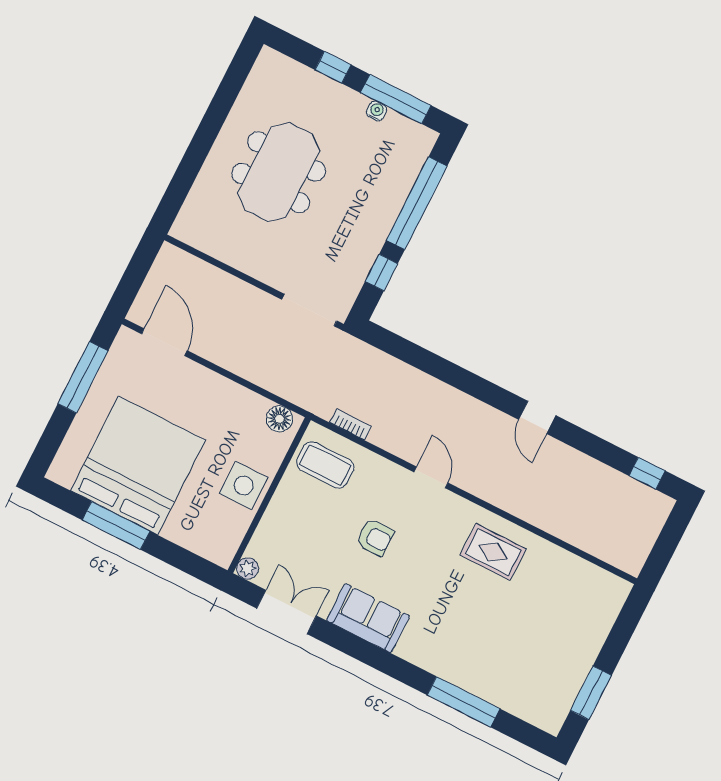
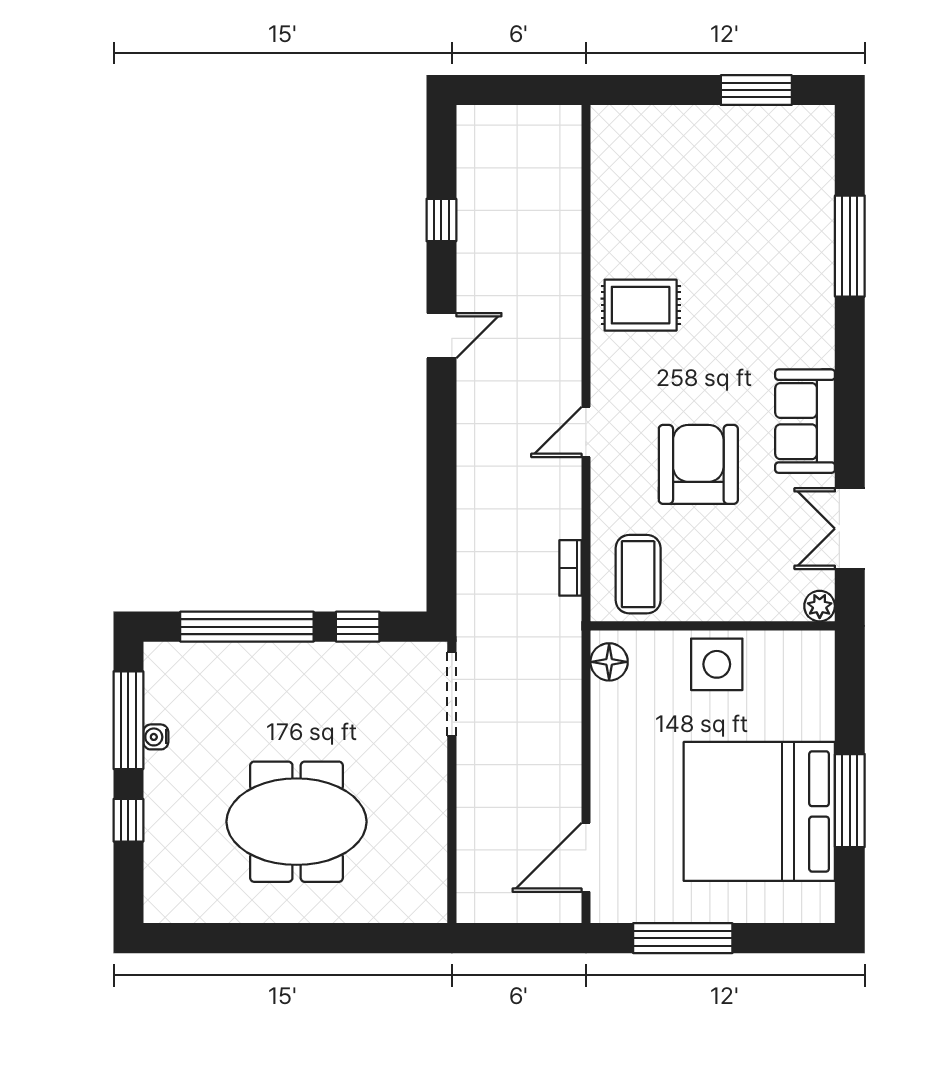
window: (647, 473) -> (441, 220), moved
armchair: (375, 538) -> (698, 464), width x1.88, depth x1.88
rug: (493, 552) -> (641, 305), turned 90

